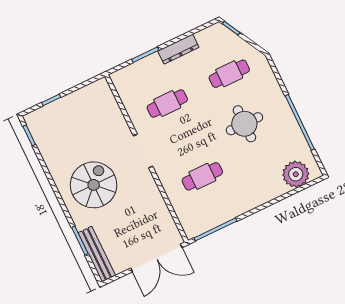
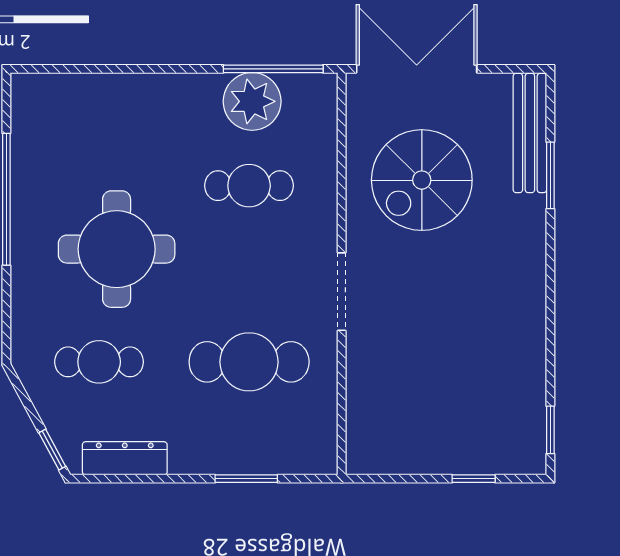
dresser: (178, 49) -> (125, 458), moved
cafe table: (167, 104) -> (249, 362), width x1.37, depth x1.35
round table: (244, 124) -> (117, 249), width x1.36, depth x1.36
plant: (296, 174) -> (252, 101), moved
spiral stairs: (94, 185) -> (422, 180), moved

